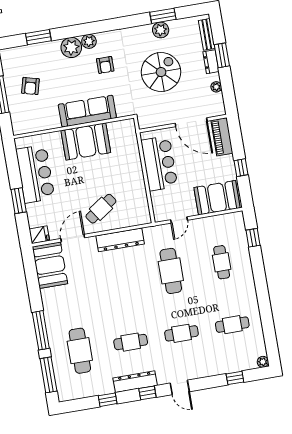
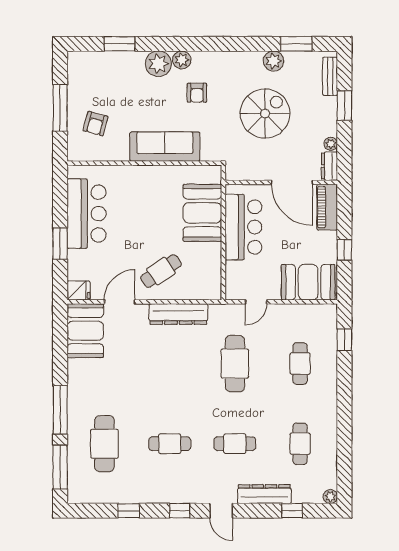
window: (163, 16) -> (296, 44), moved
dresser: (211, 62) -> (329, 166), moved
armchair: (30, 86) -> (96, 124), moved
booth: (86, 142) -> (202, 213), moved, turned 90
cafe table: (232, 325) -> (300, 444), turned 90
dresser: (135, 382) -> (264, 494), moved

